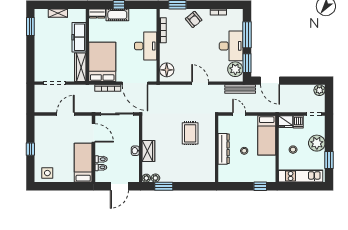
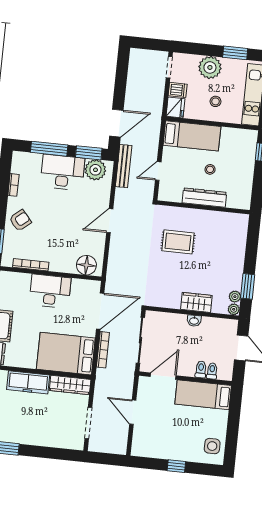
plant: (319, 90) -> (137, 56), removed

